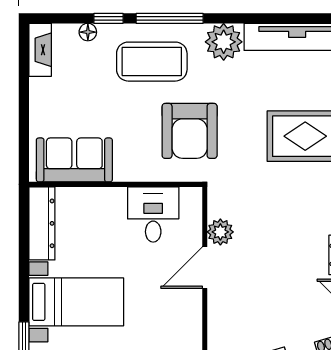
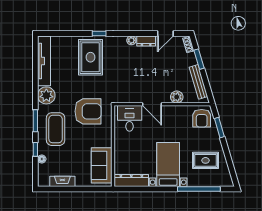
window: (170, 18) -> (35, 121), width x0.69
fireplace: (40, 50) -> (62, 181), moved
desk: (153, 214) -> (130, 118), moved, turned 90
plant: (220, 232) -> (177, 97), moved

